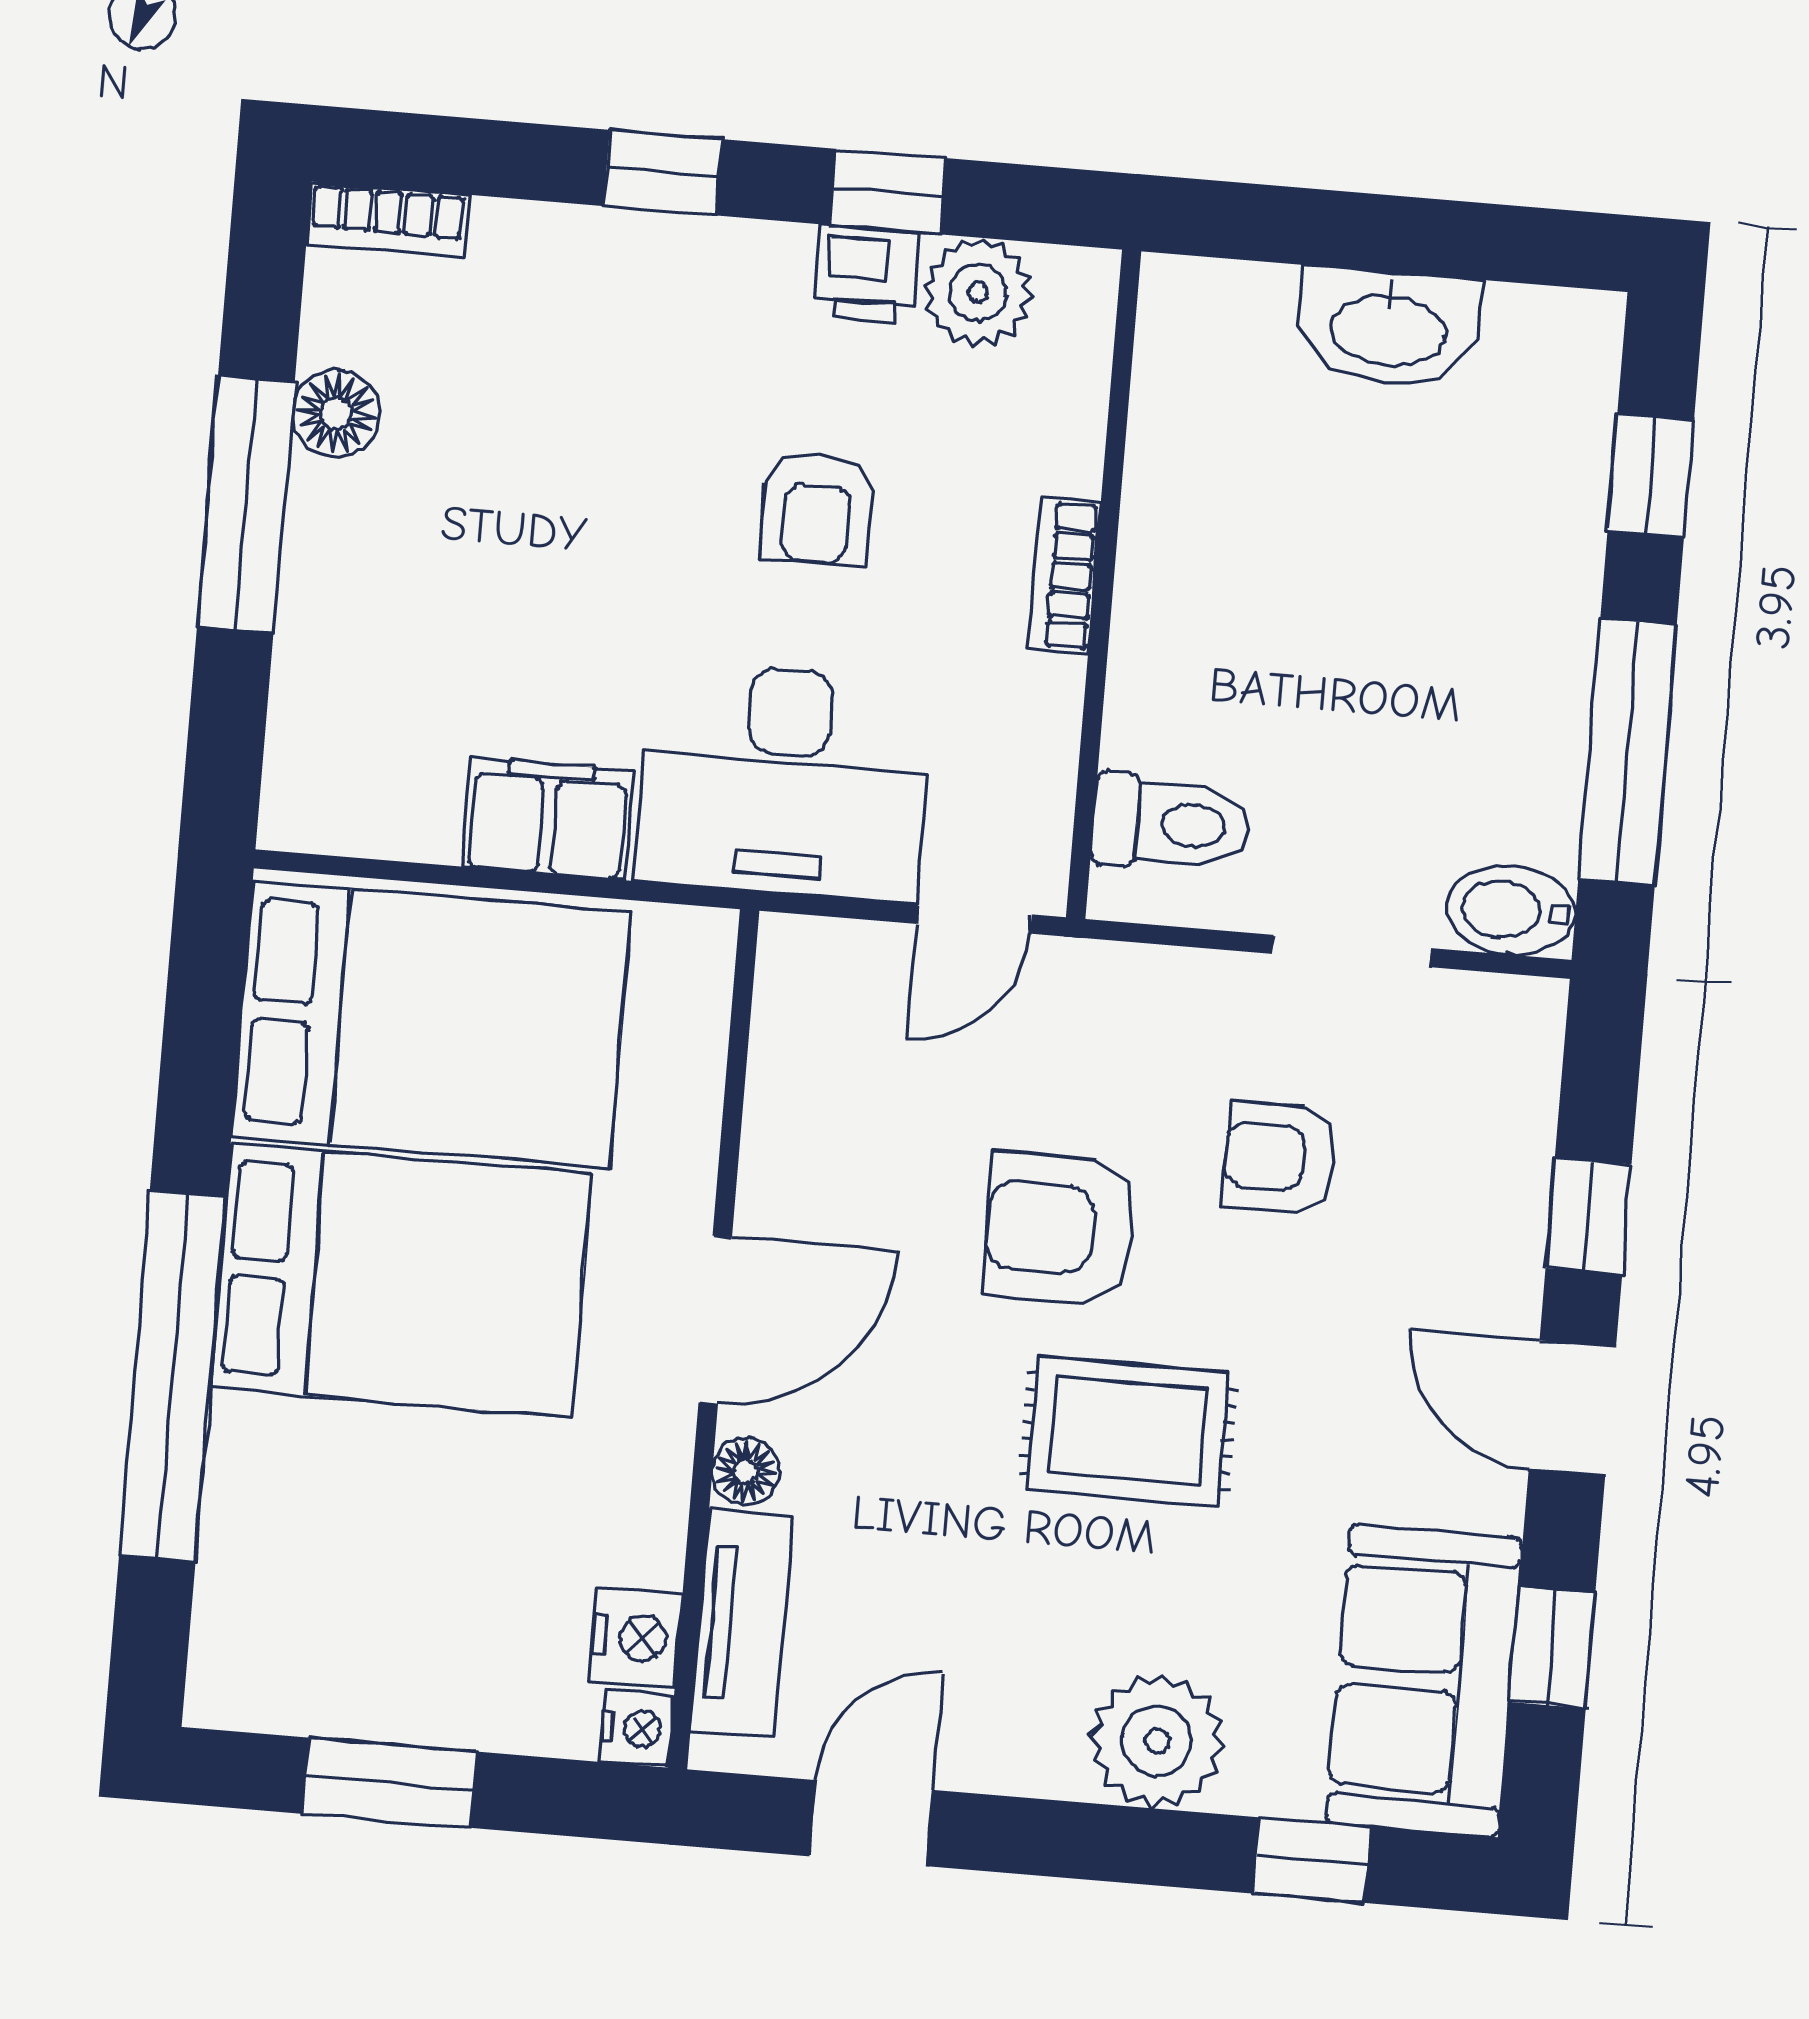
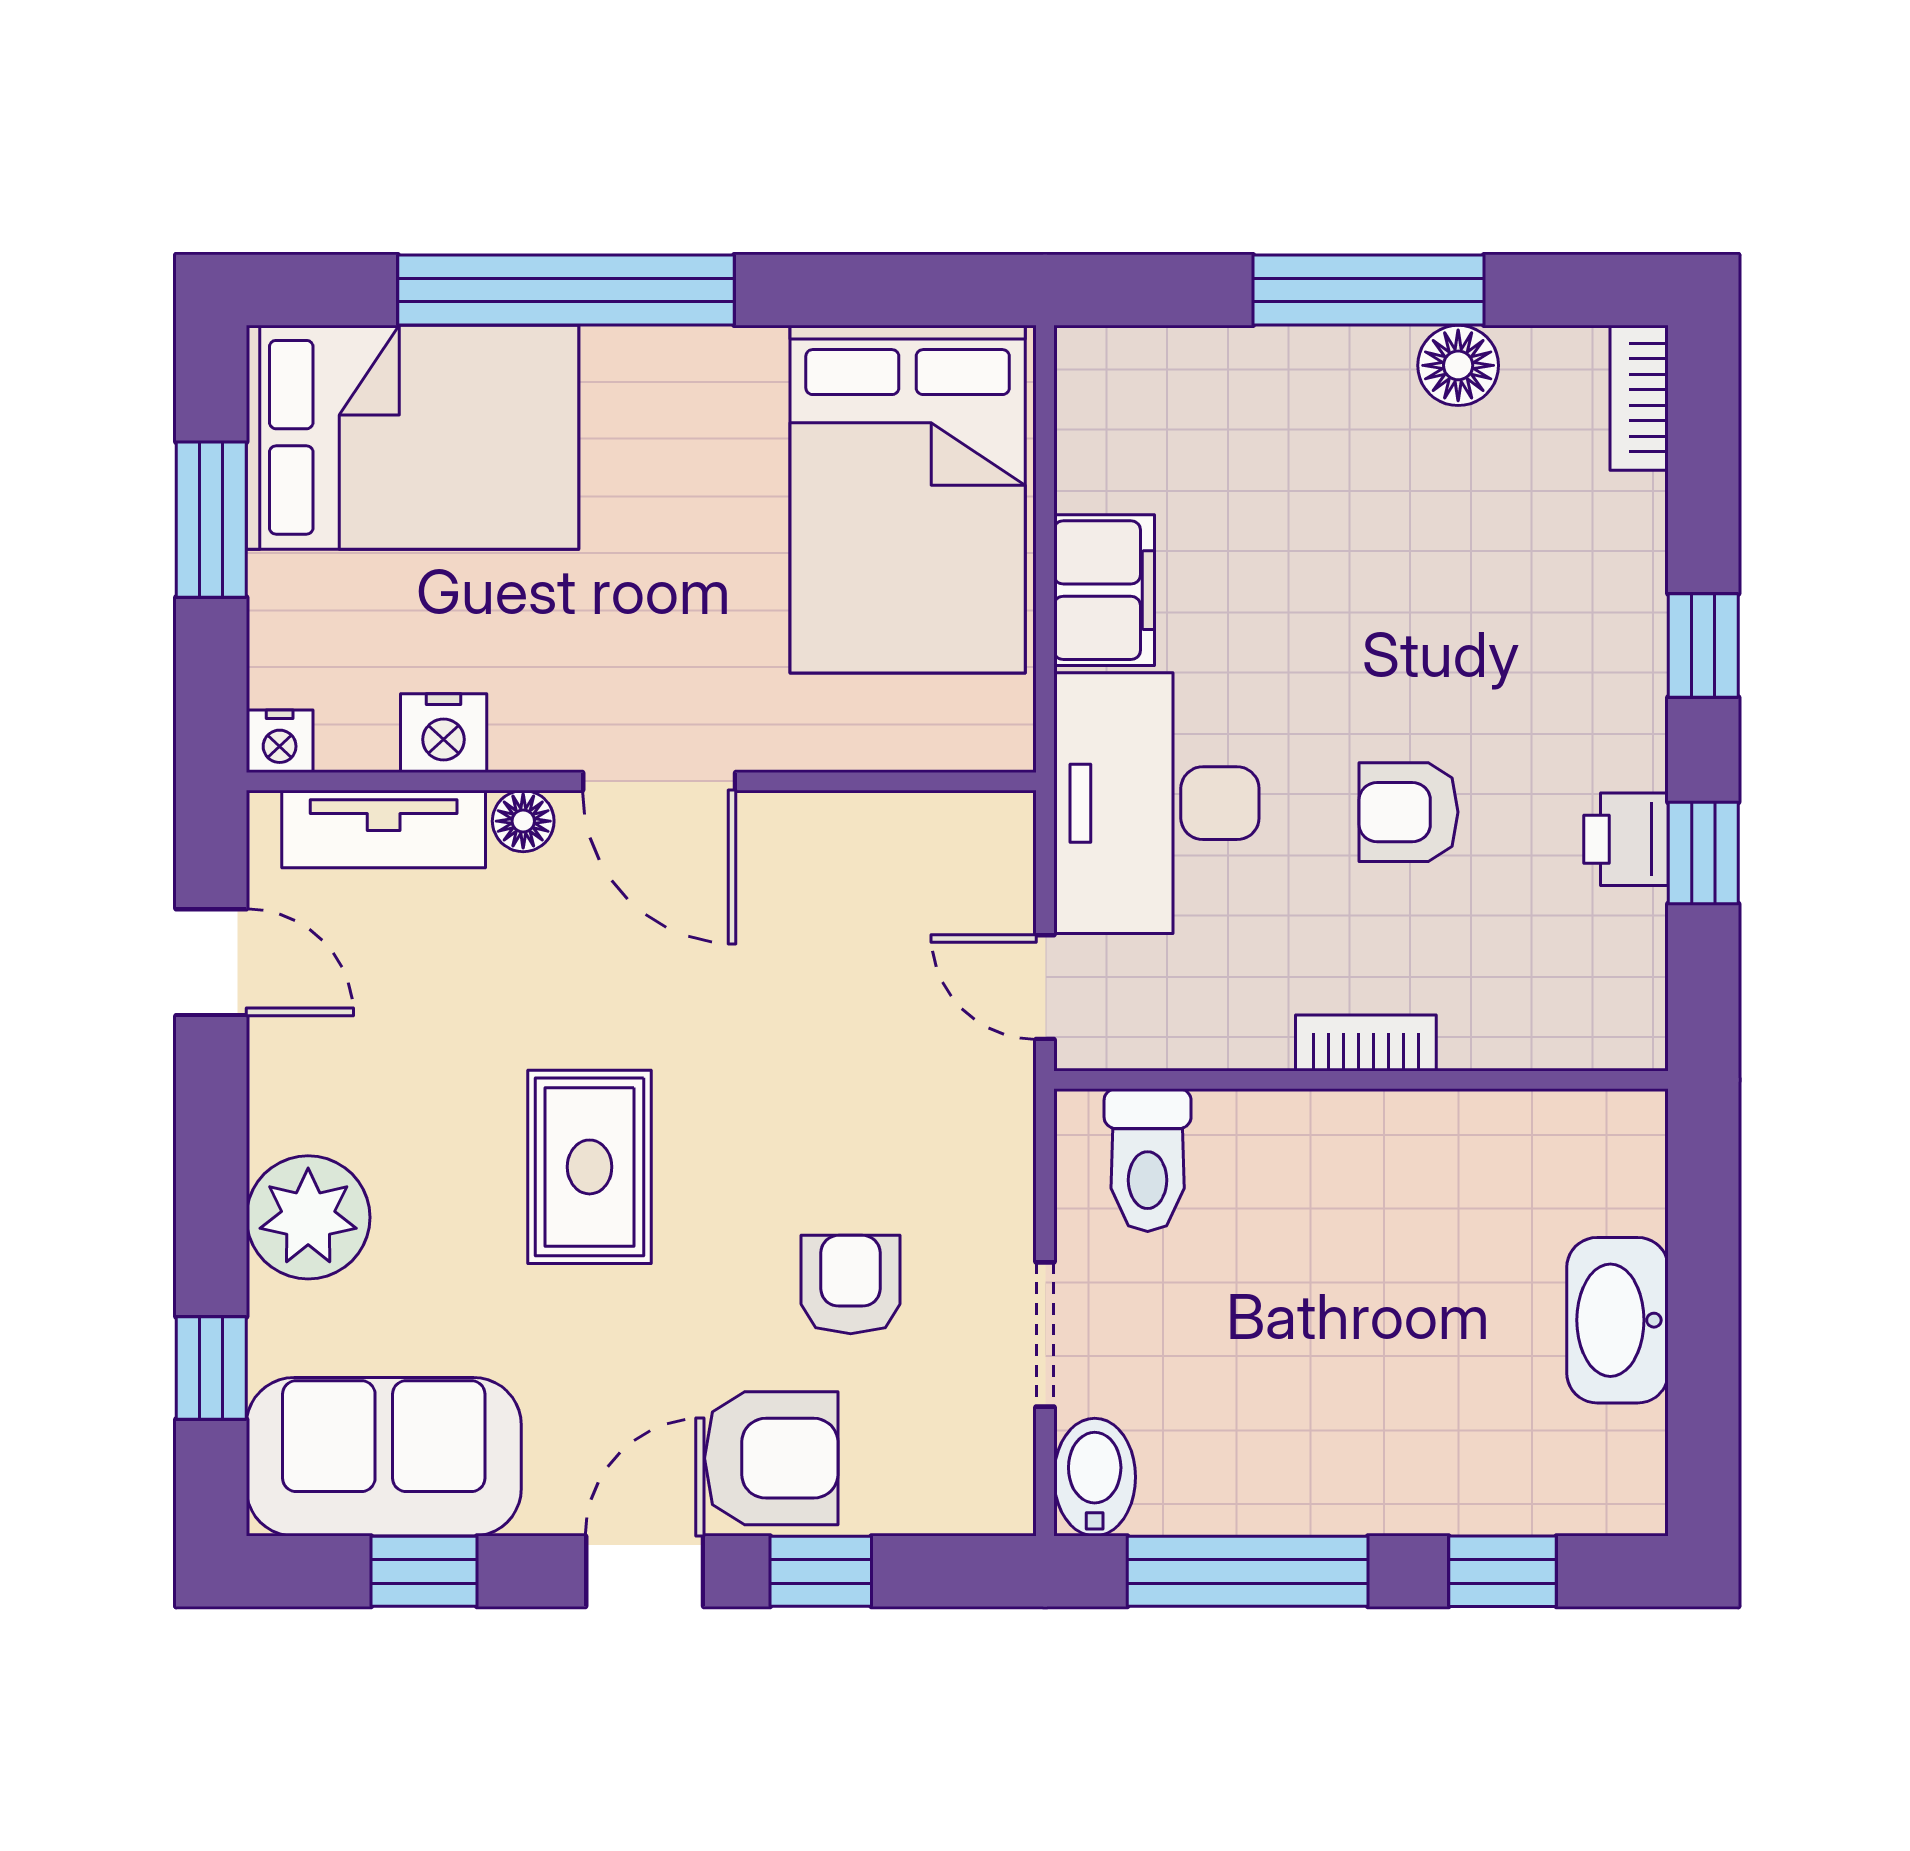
plant: (978, 292) -> (1618, 943), removed
armchair: (1060, 1229) -> (771, 1458), moved, turned 90
bed: (401, 1281) -> (413, 437), moved, turned -90
nightstand: (636, 1638) -> (444, 733), moved

